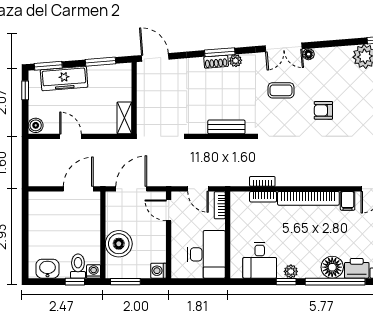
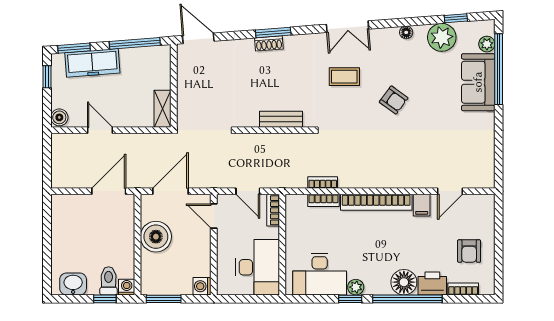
floor lamp: (309, 54) -> (406, 32), moved
plant: (236, 61) -> (292, 42), removed
window: (101, 62) -> (135, 43), width x1.44
armchair: (323, 110) -> (394, 100), turned -144
boiler: (119, 244) -> (156, 237), moved
desk: (260, 260) -> (320, 274), width x1.37

